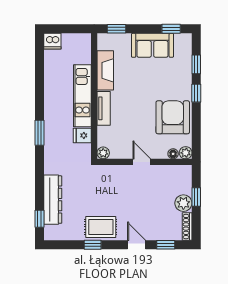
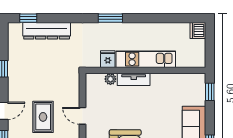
fireplace: (105, 70) -> (170, 81), removed
plant: (103, 153) -> (110, 79), moved
door: (142, 162) -> (83, 116), swing flipped
rug: (101, 227) -> (43, 117), moved

